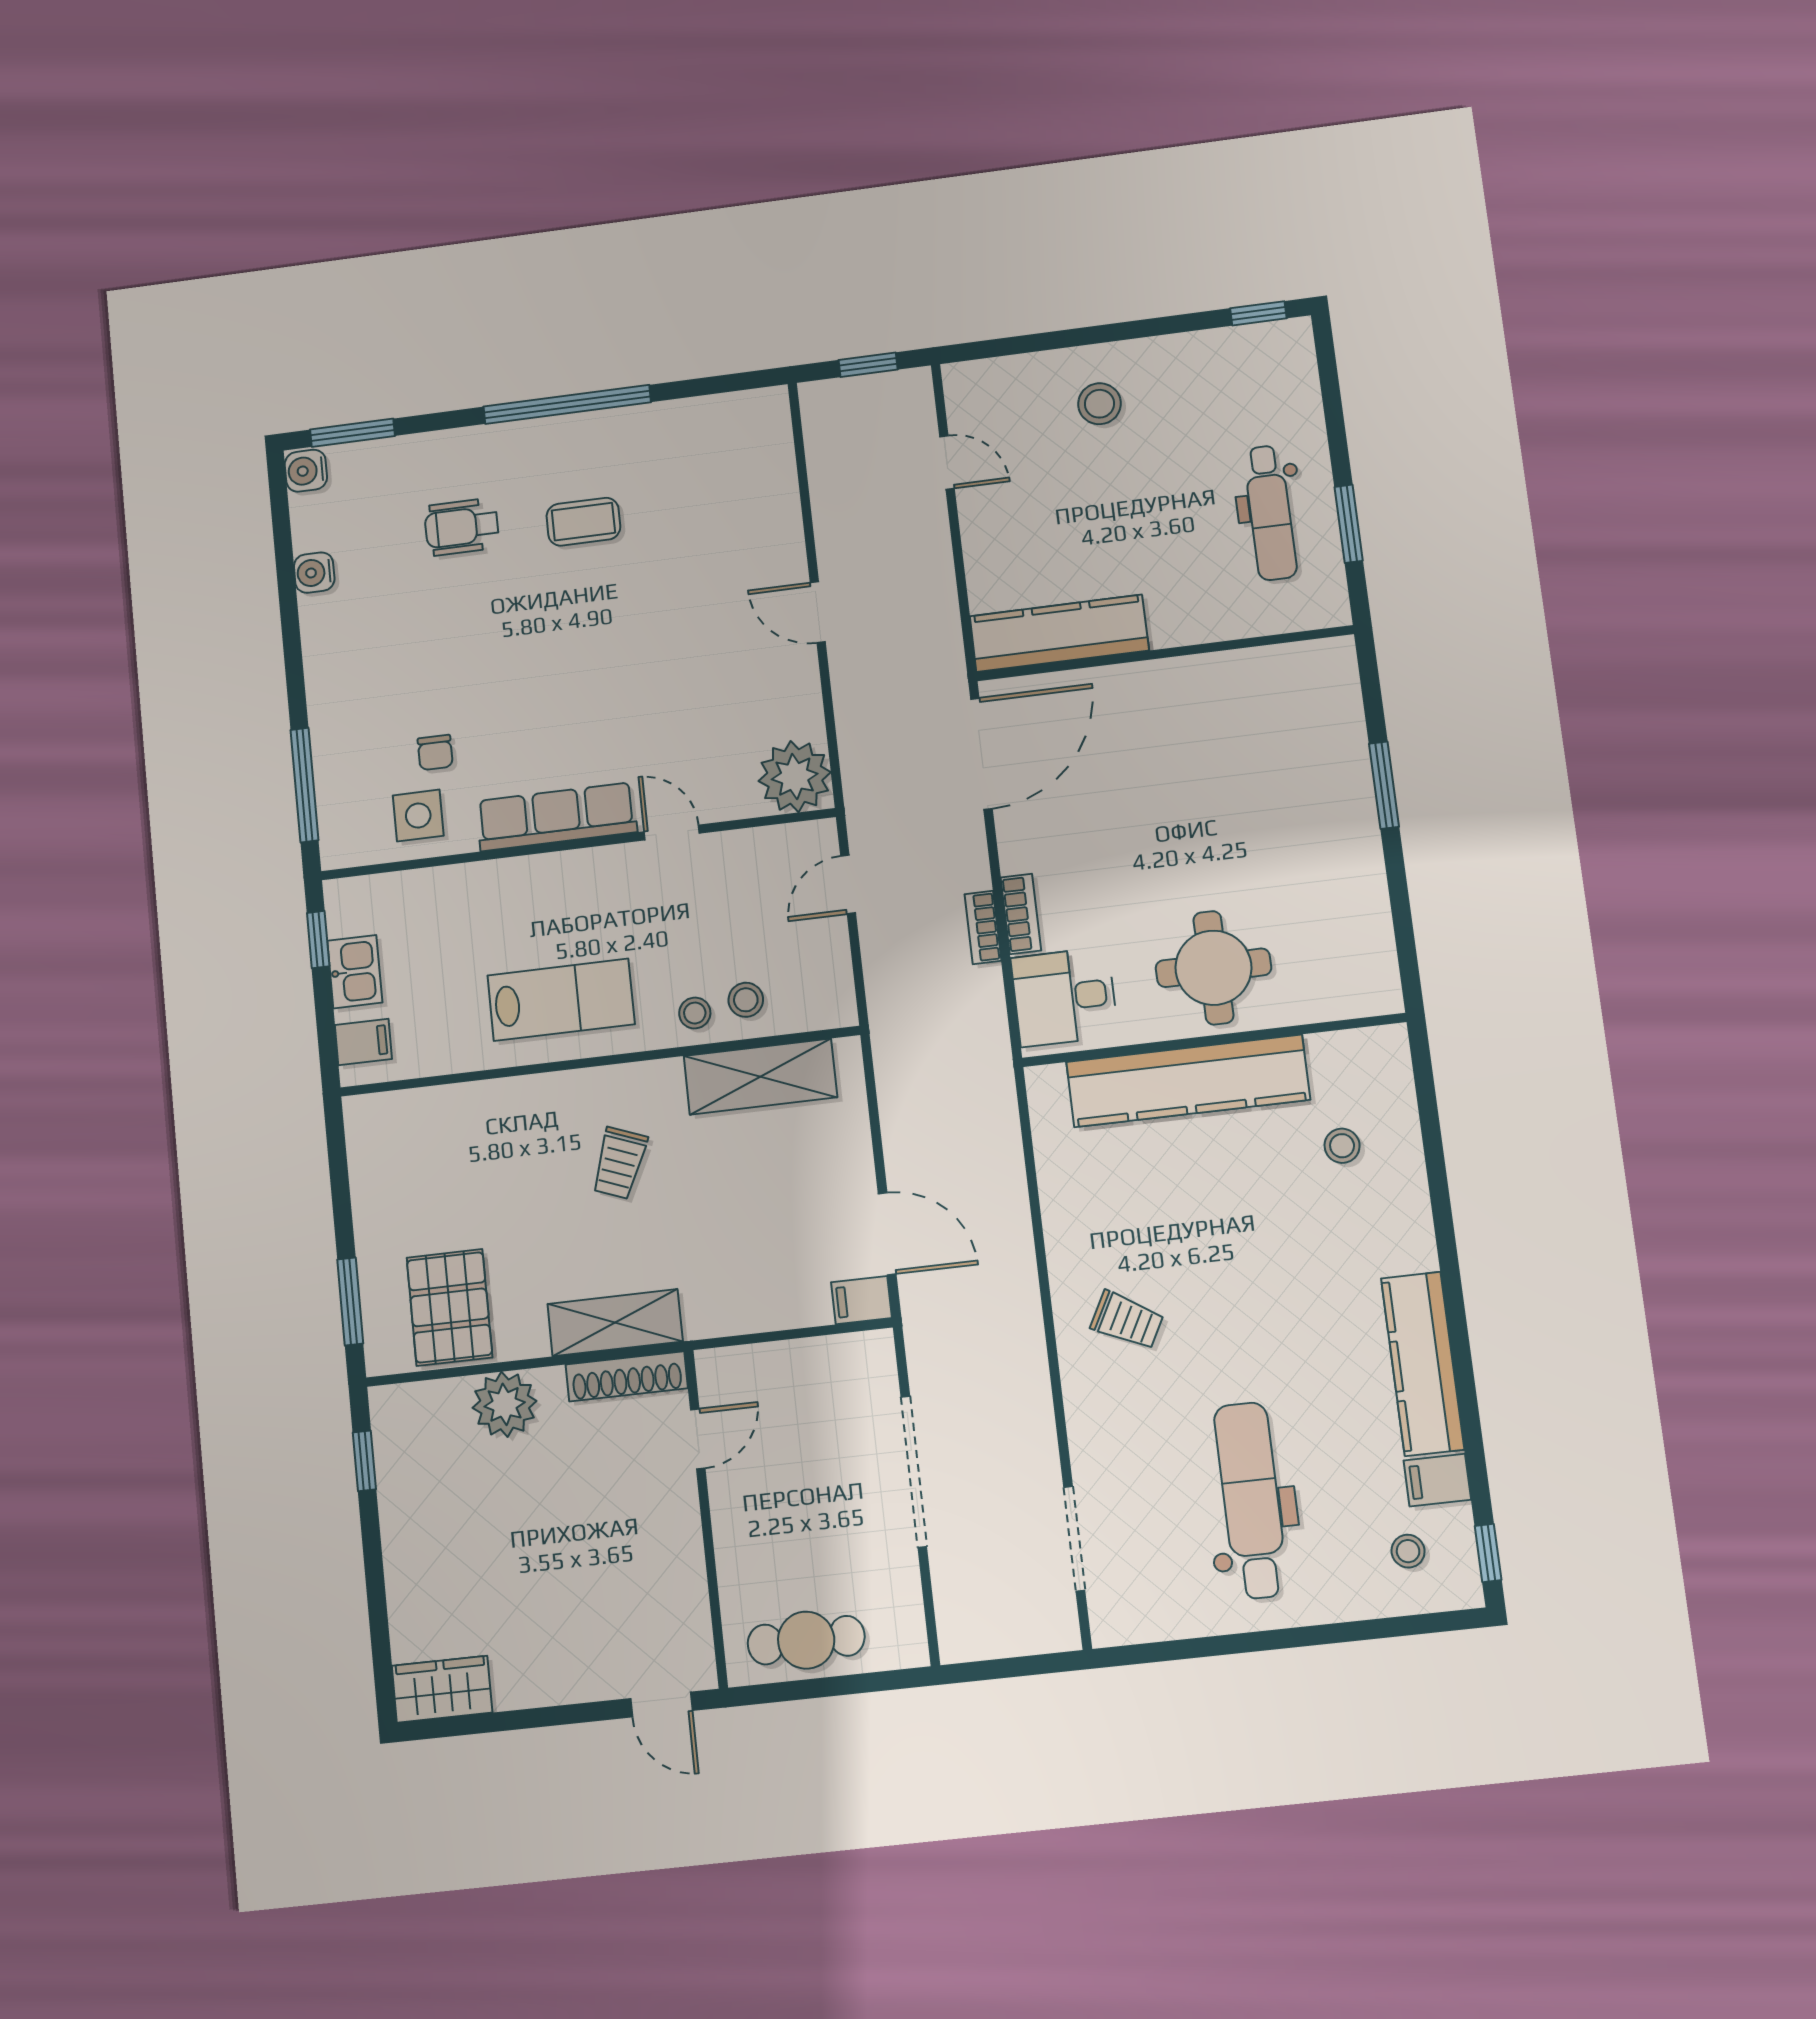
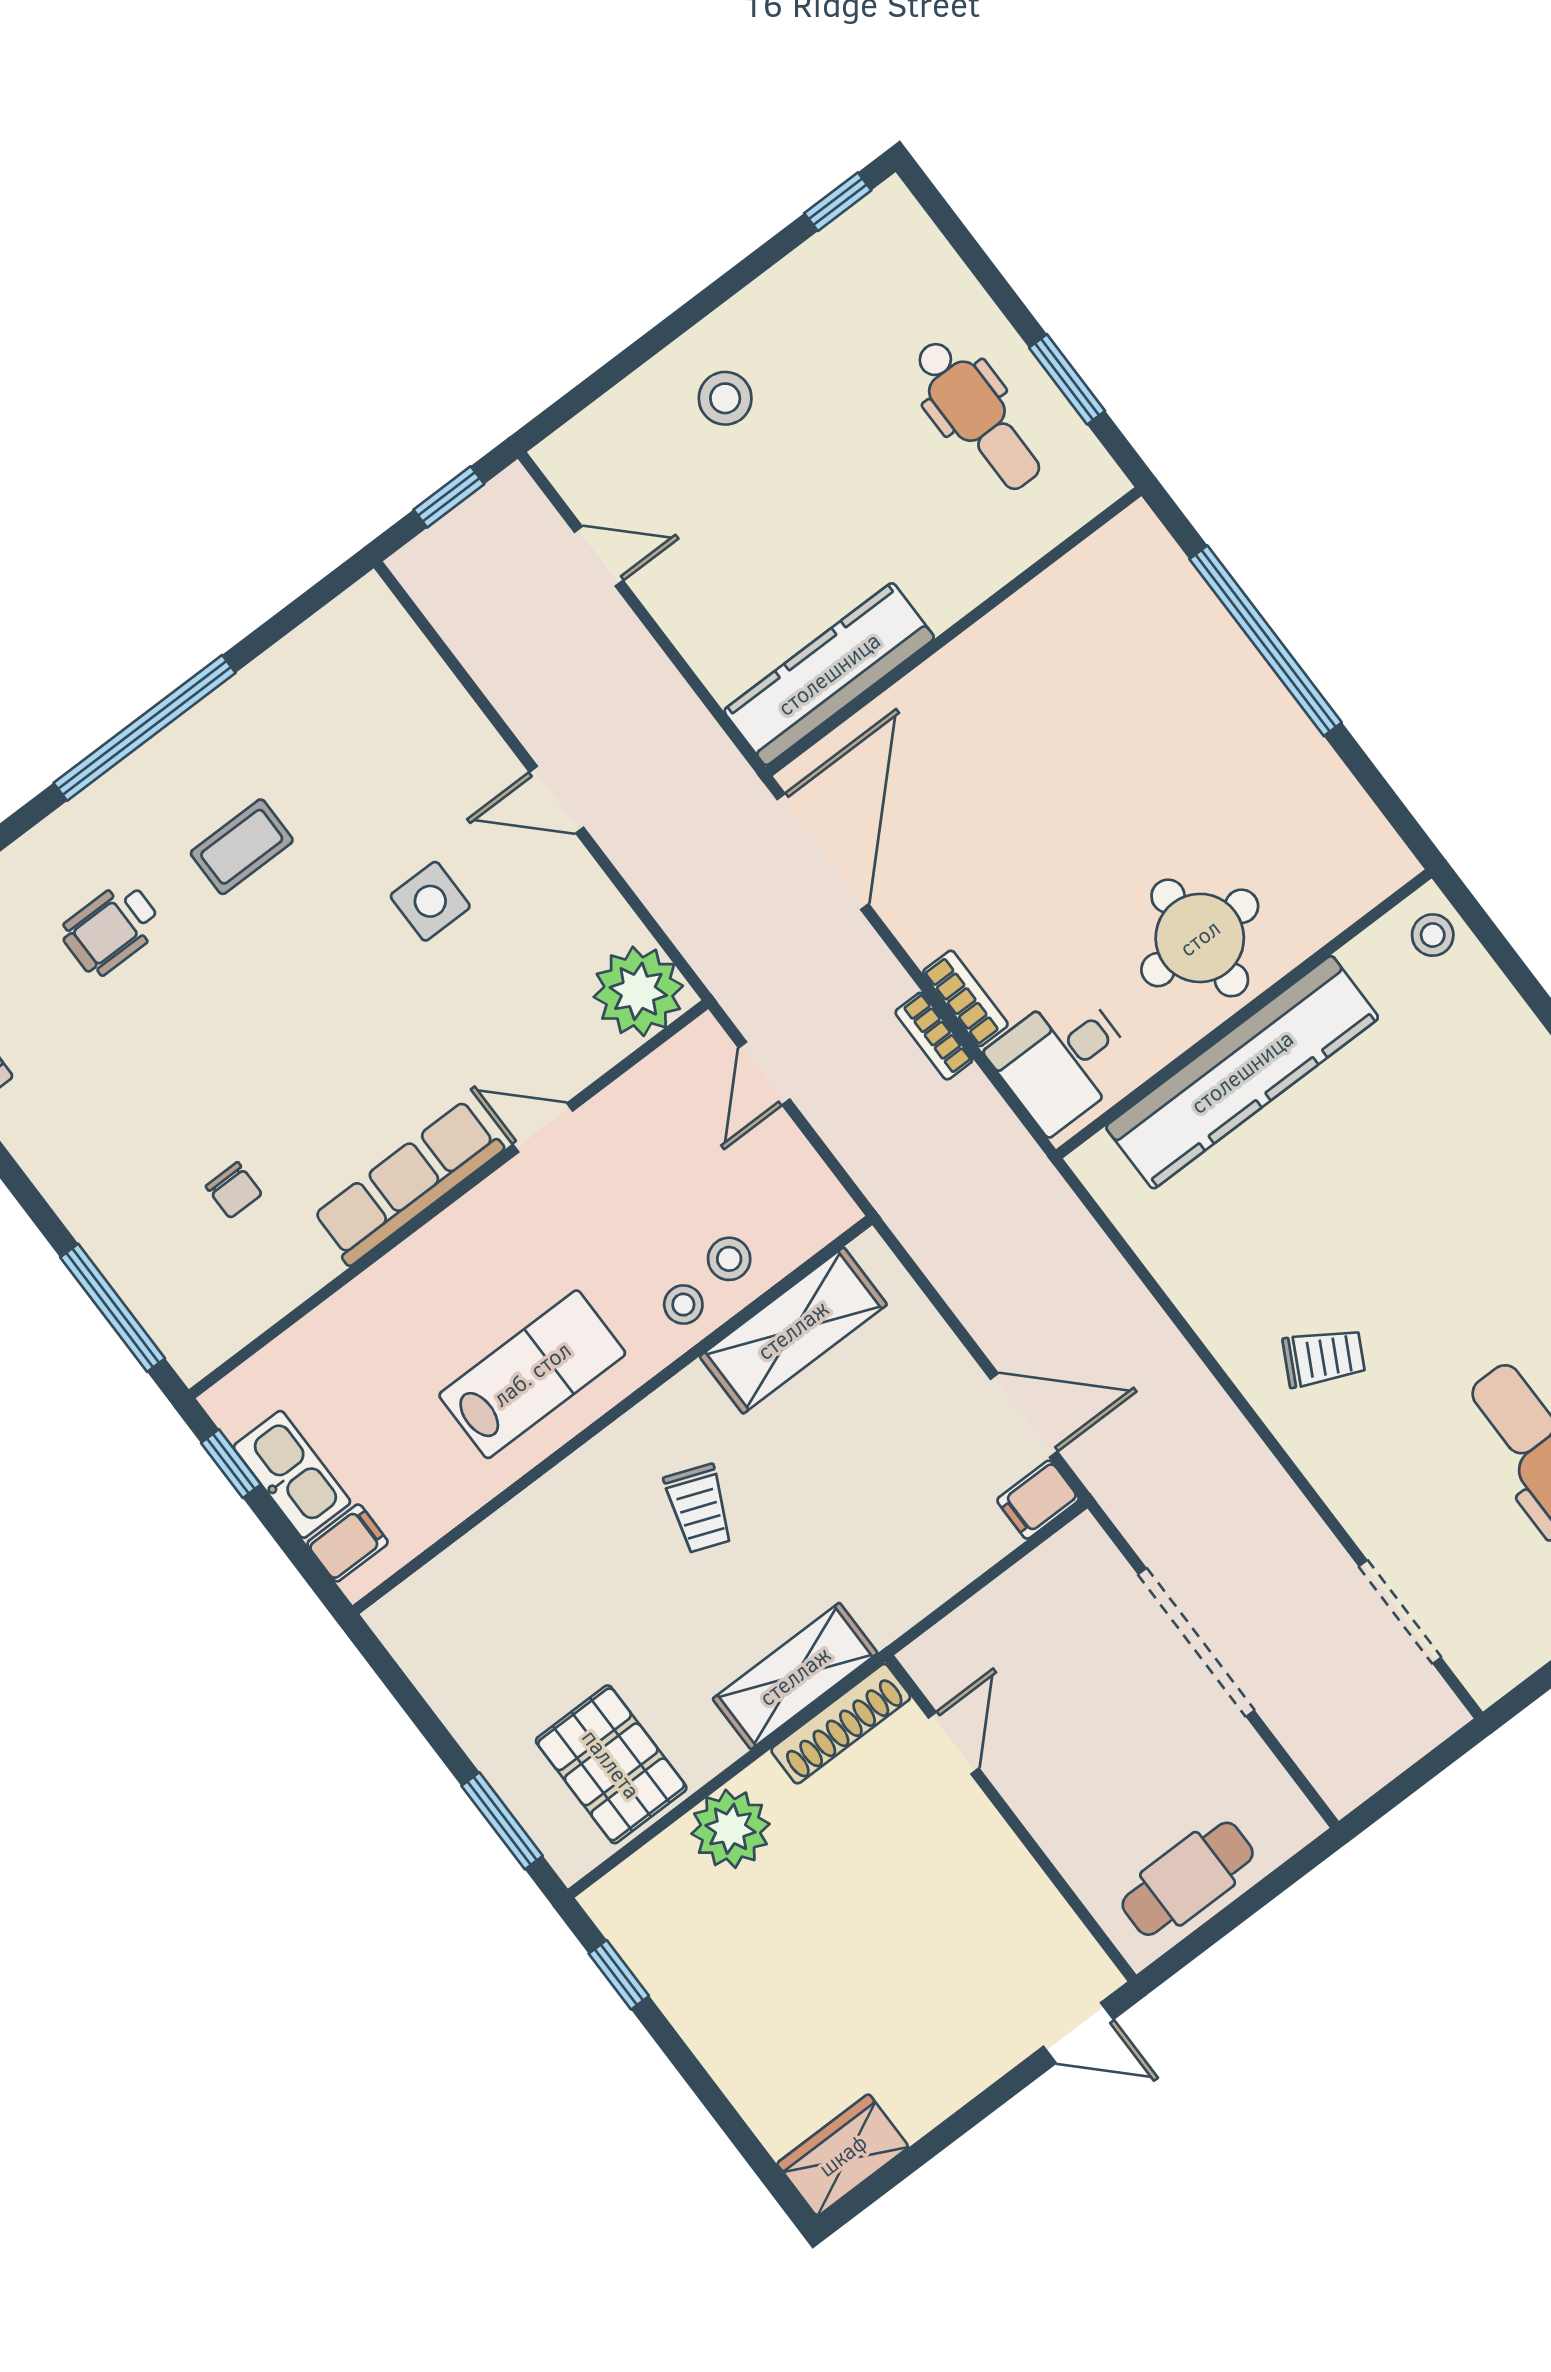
window: (1384, 785) -> (1266, 641), width x2.11
side table: (418, 816) -> (430, 901), moved
kitchen sink: (355, 972) -> (292, 1474), width x1.38
stool: (1342, 1146) -> (1433, 935), moved

